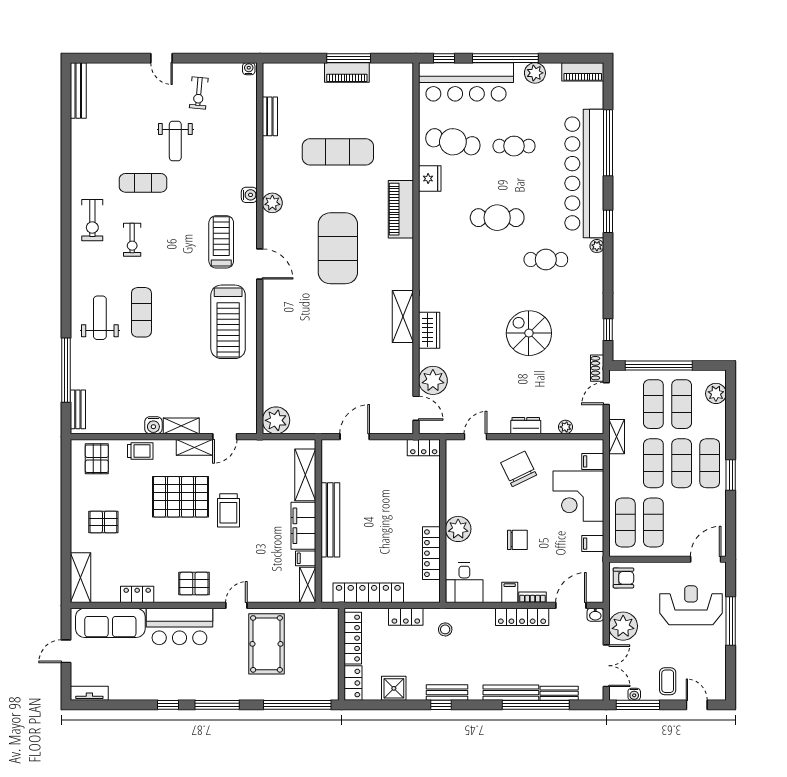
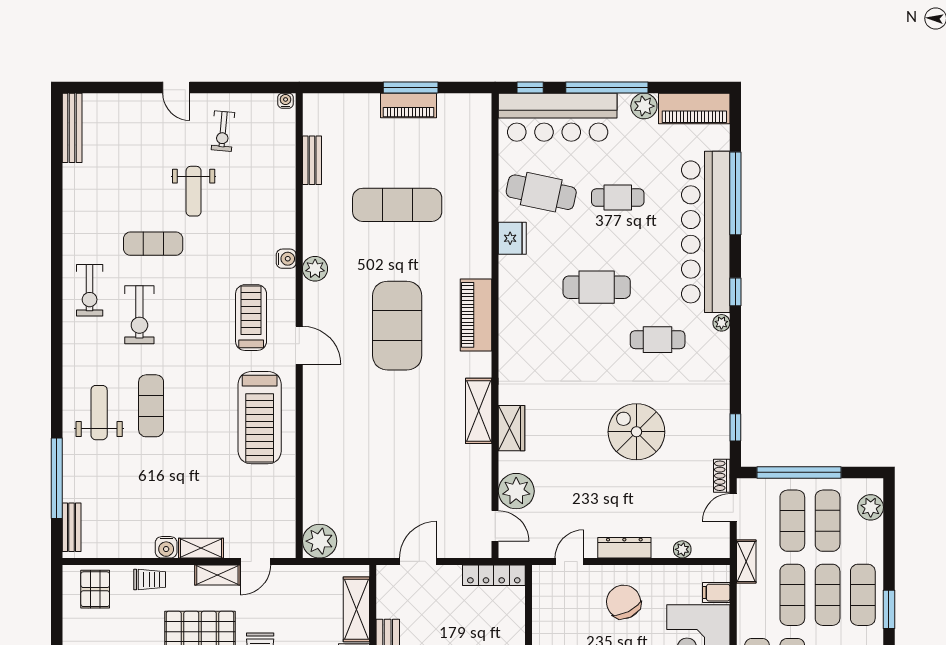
piano: (583, 72) -> (694, 108), width x1.37, depth x1.33
piano: (401, 209) -> (476, 315), moved
exercise bike: (132, 240) -> (139, 315), width x1.38, depth x1.39
dresser: (526, 426) -> (624, 548), width x1.44
locker: (424, 448) -> (494, 575), width x1.53

